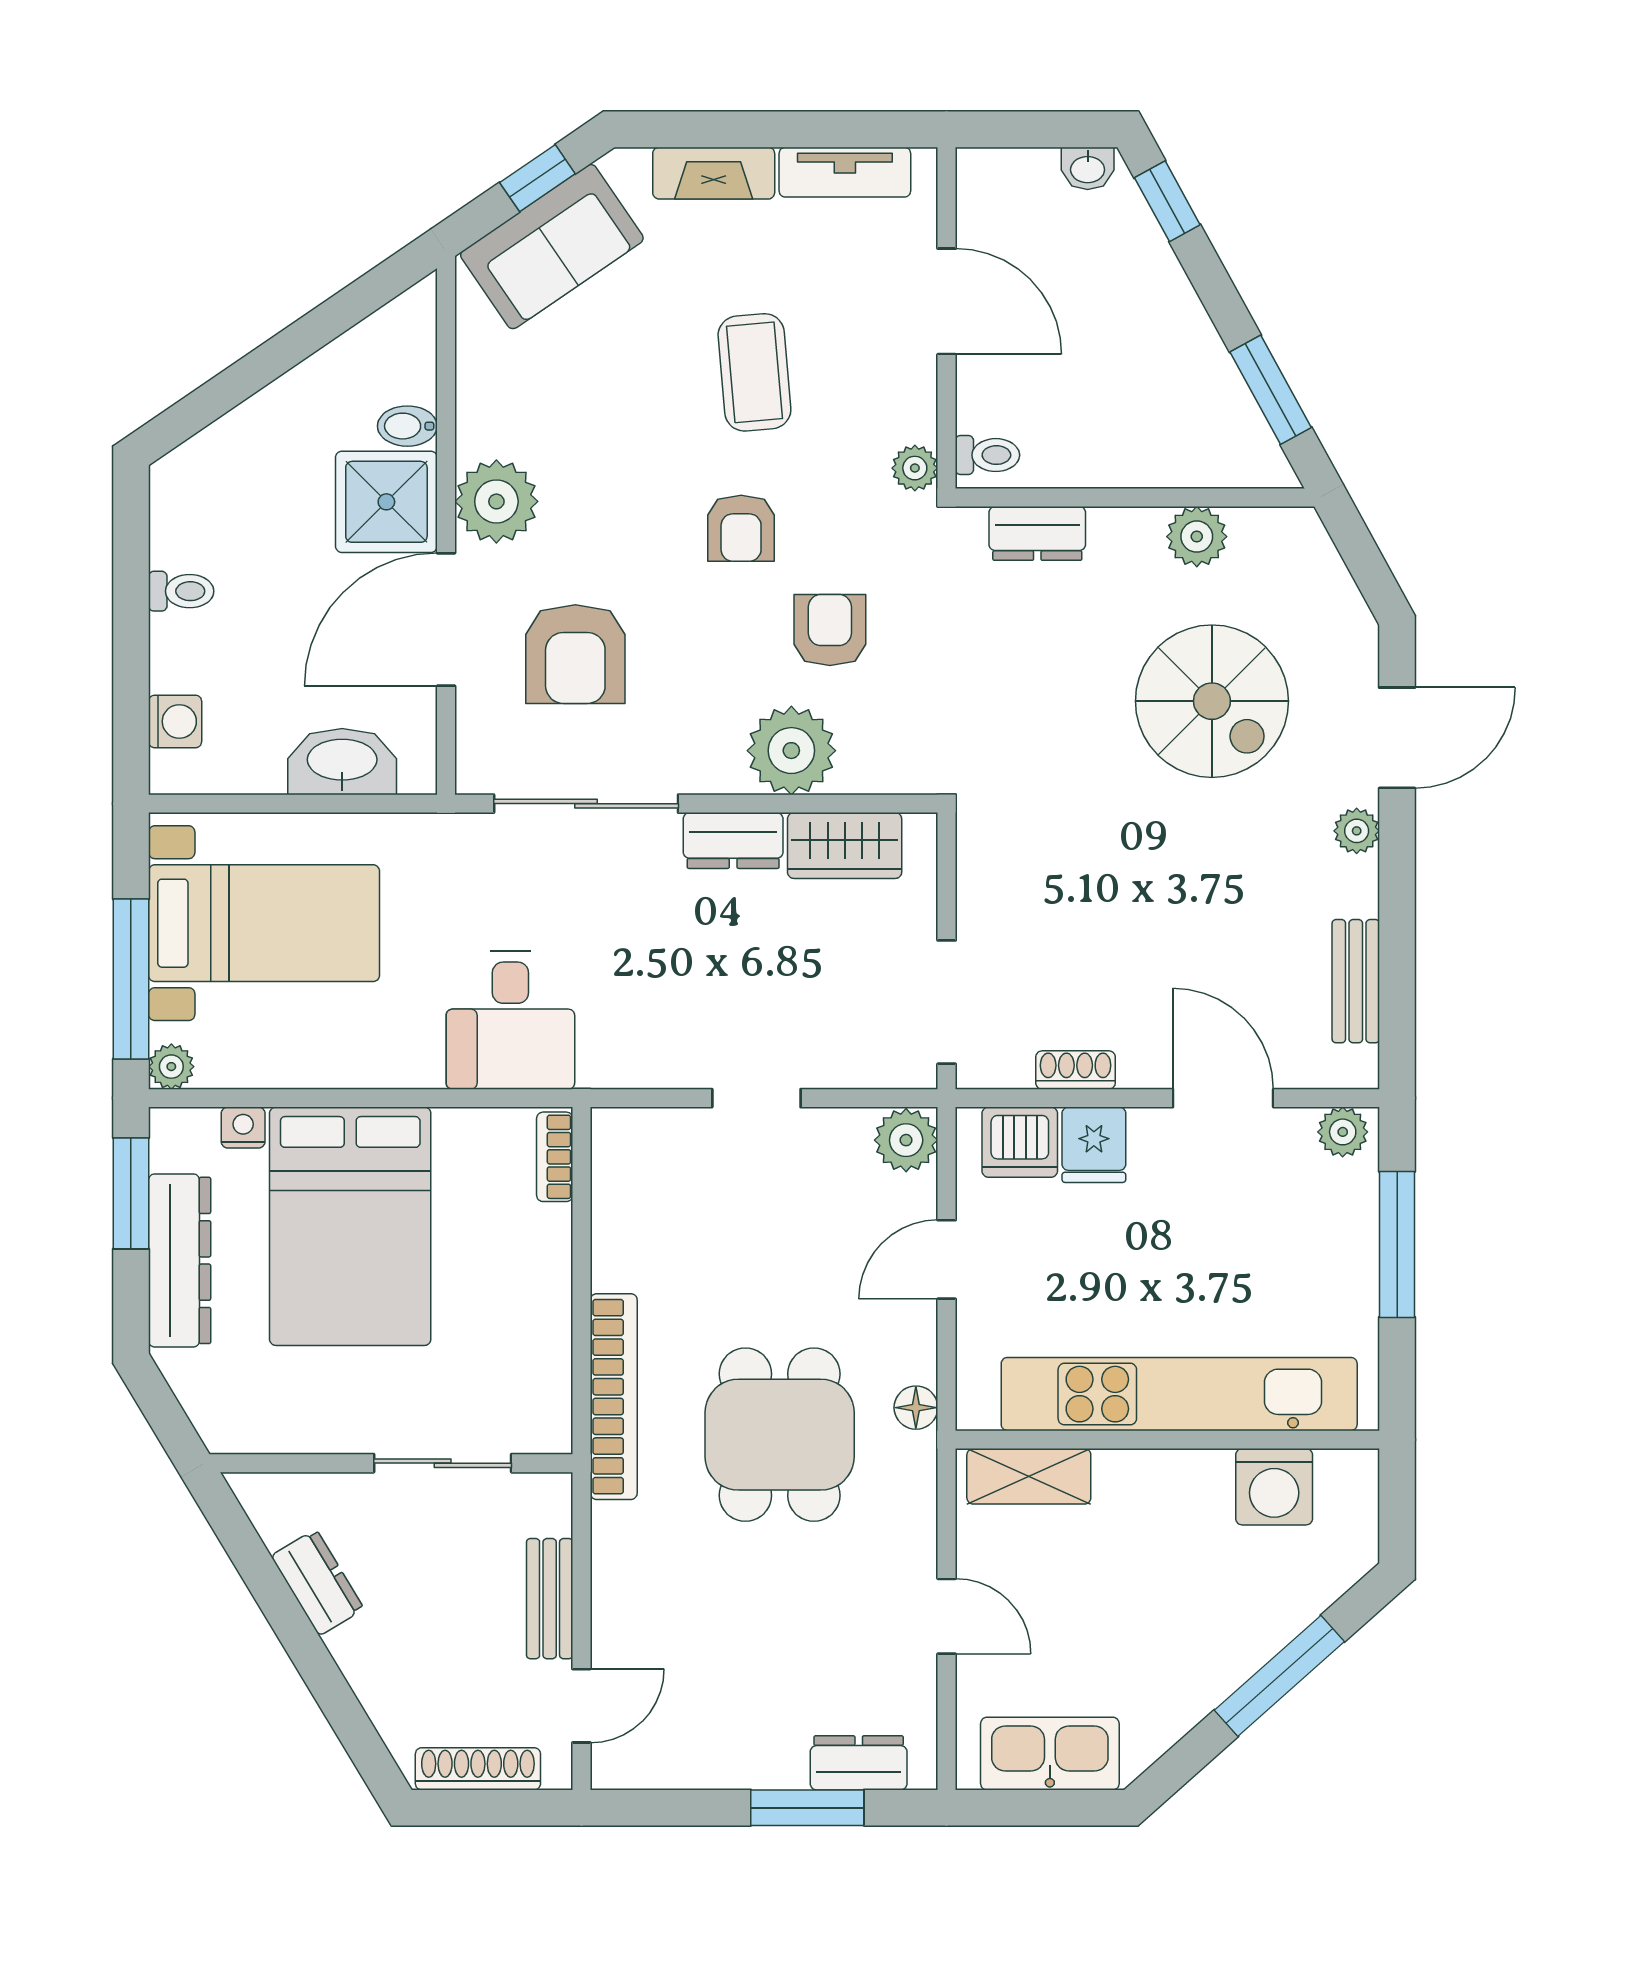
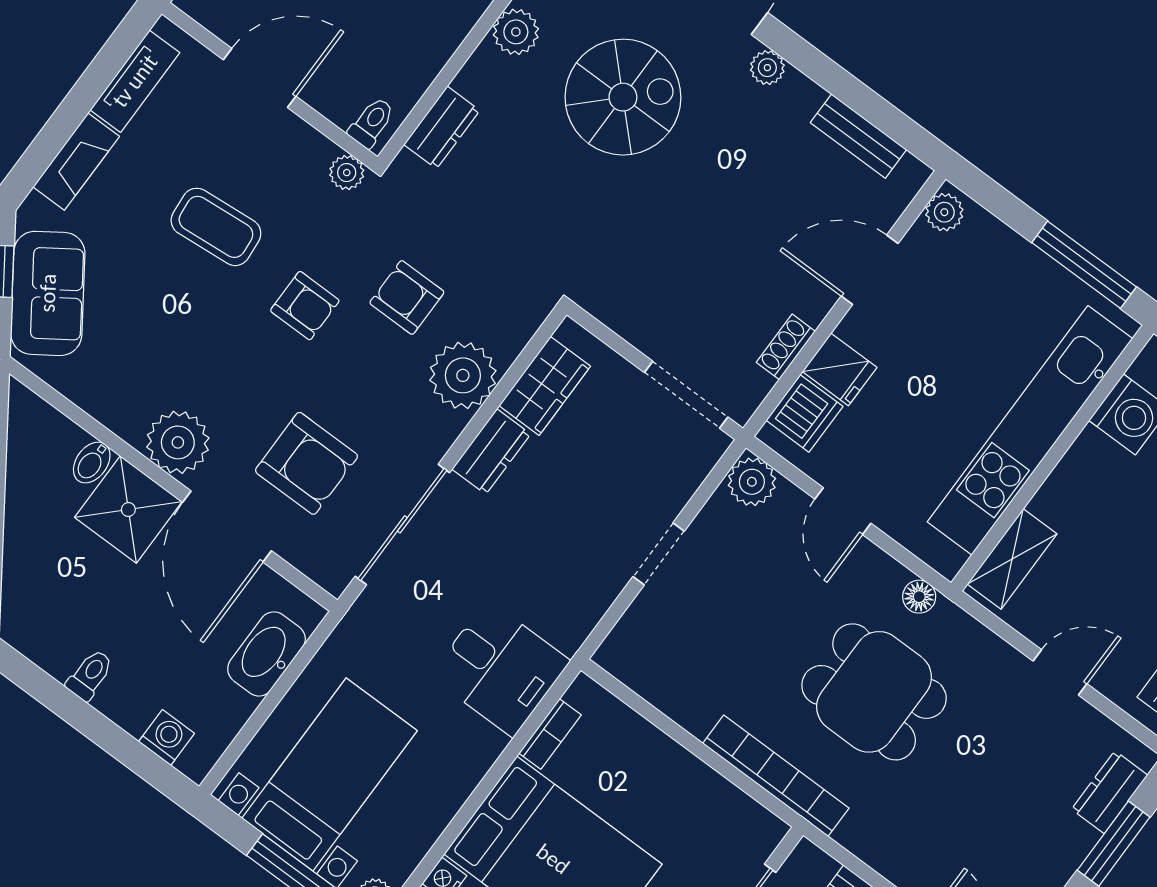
bookcase: (555, 1157) -> (550, 734), moved, turned -90
window: (1397, 1244) -> (1084, 265), moved

